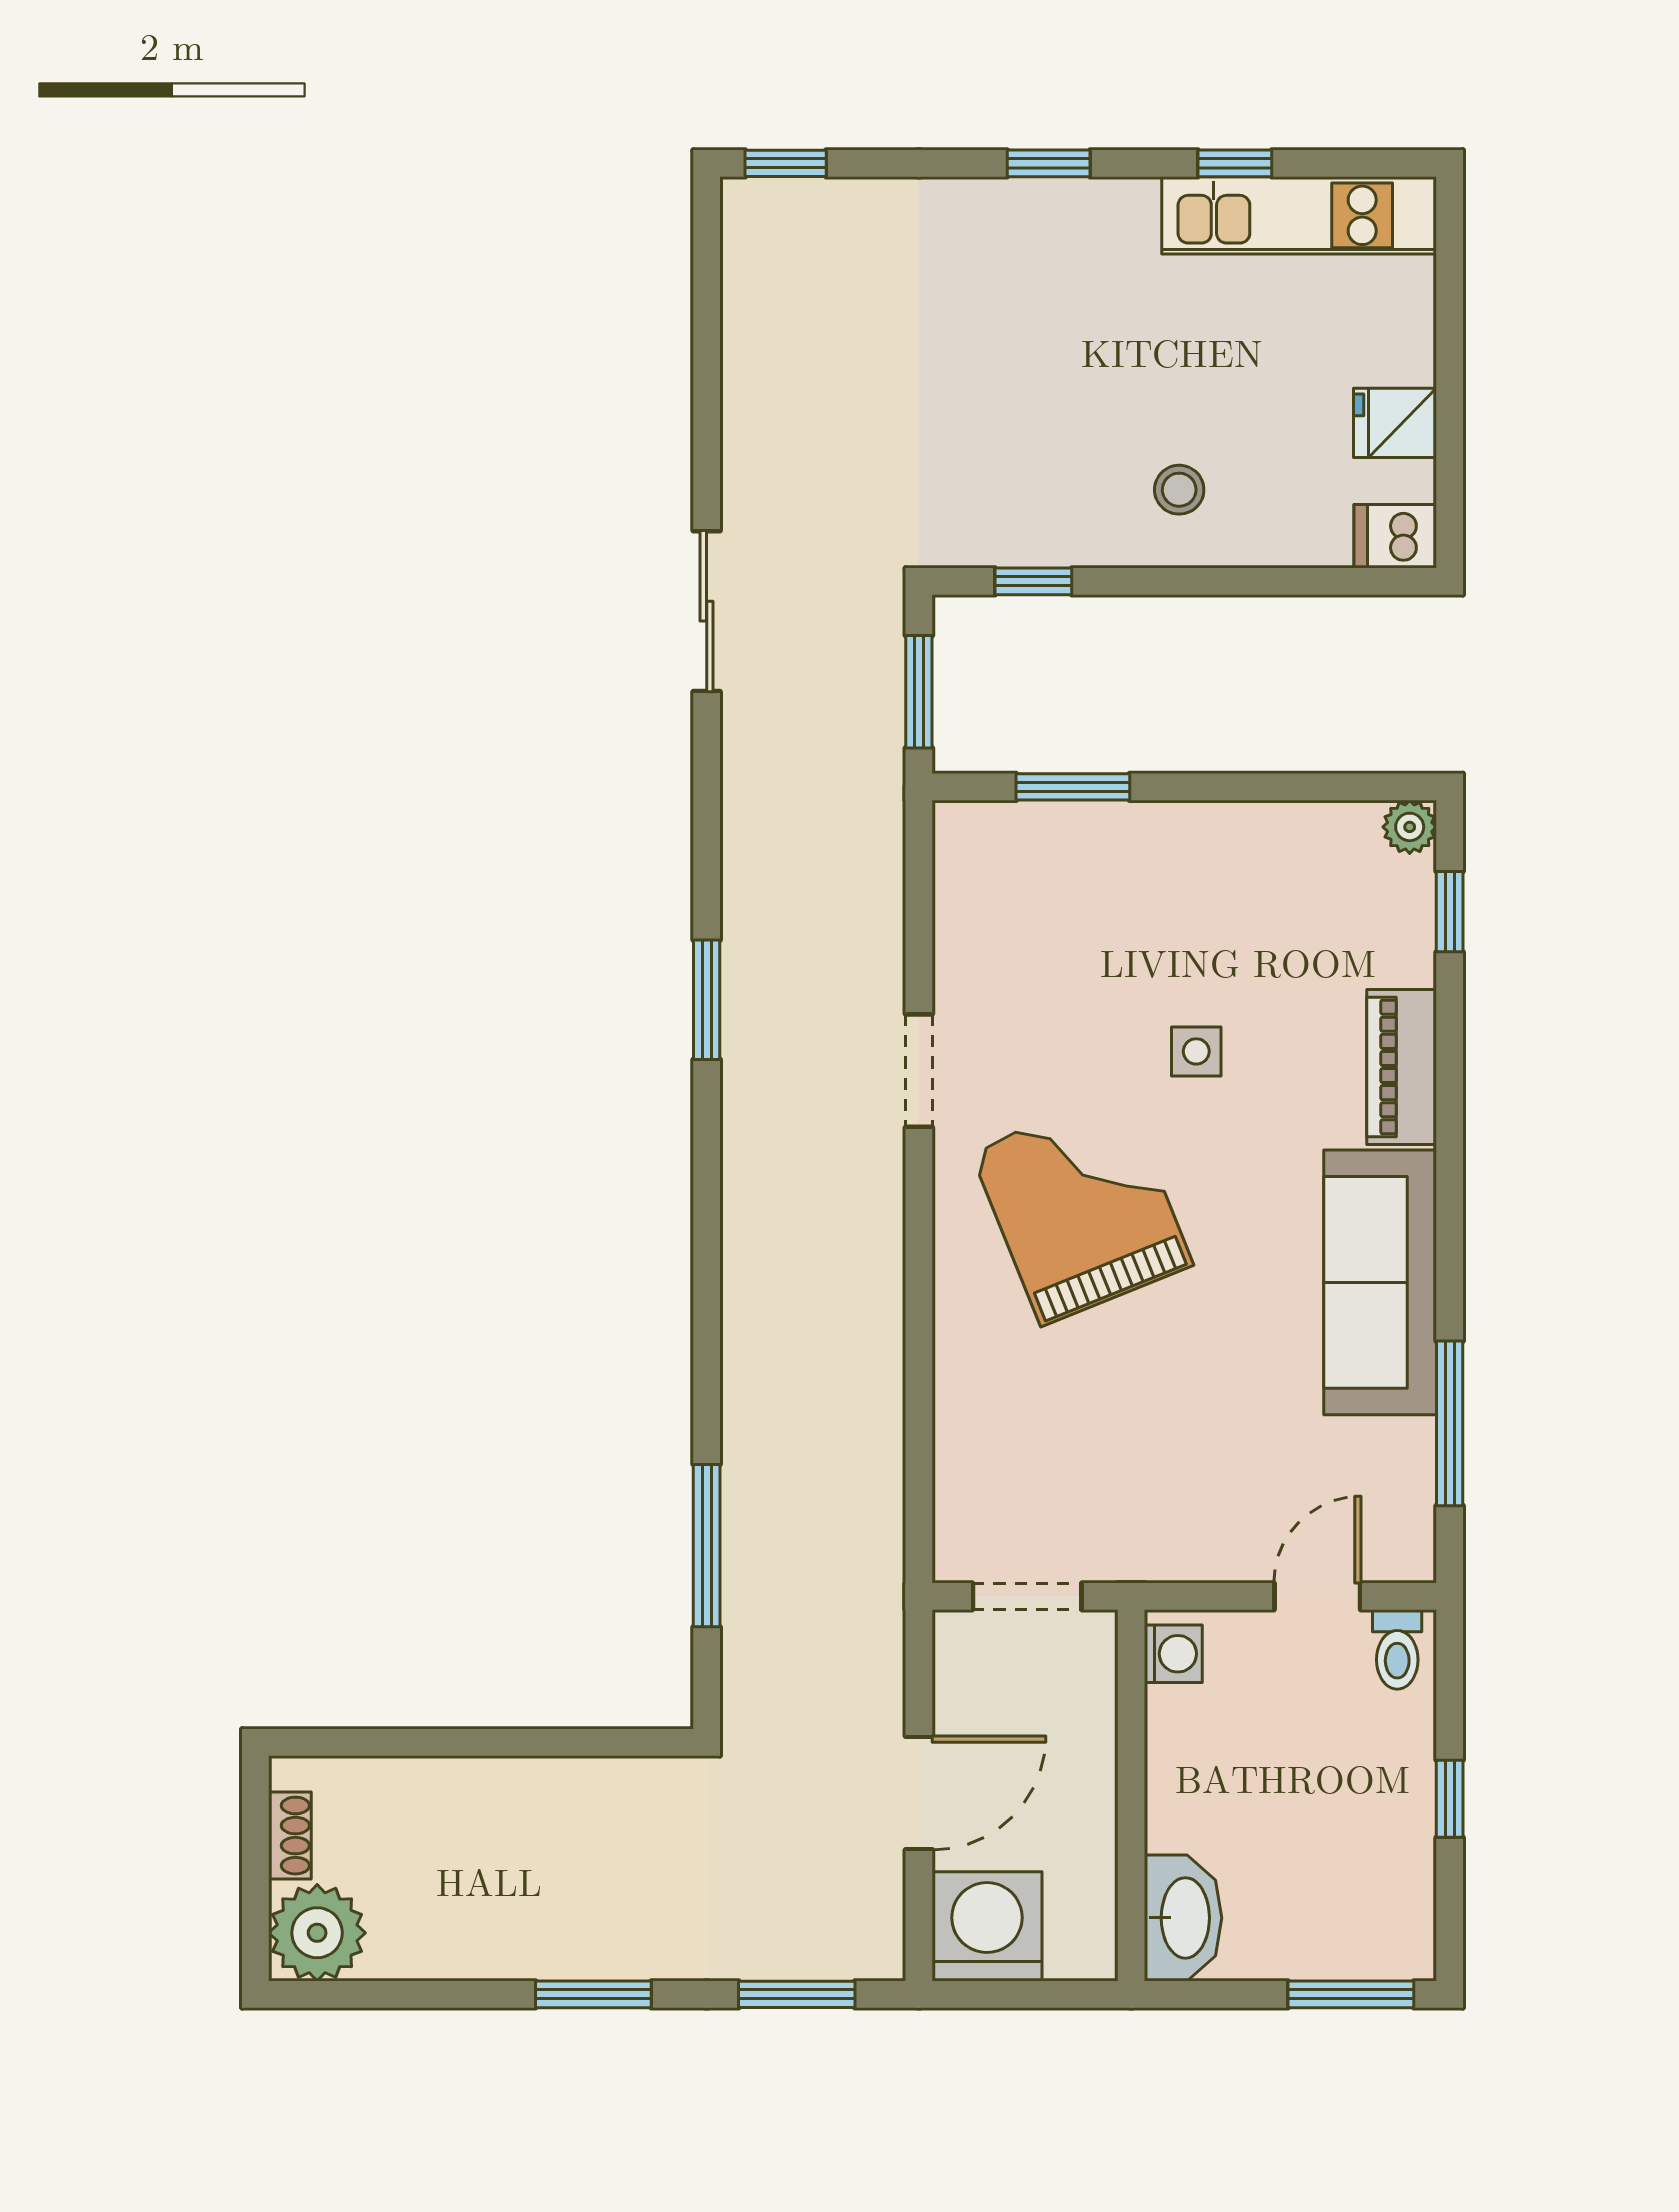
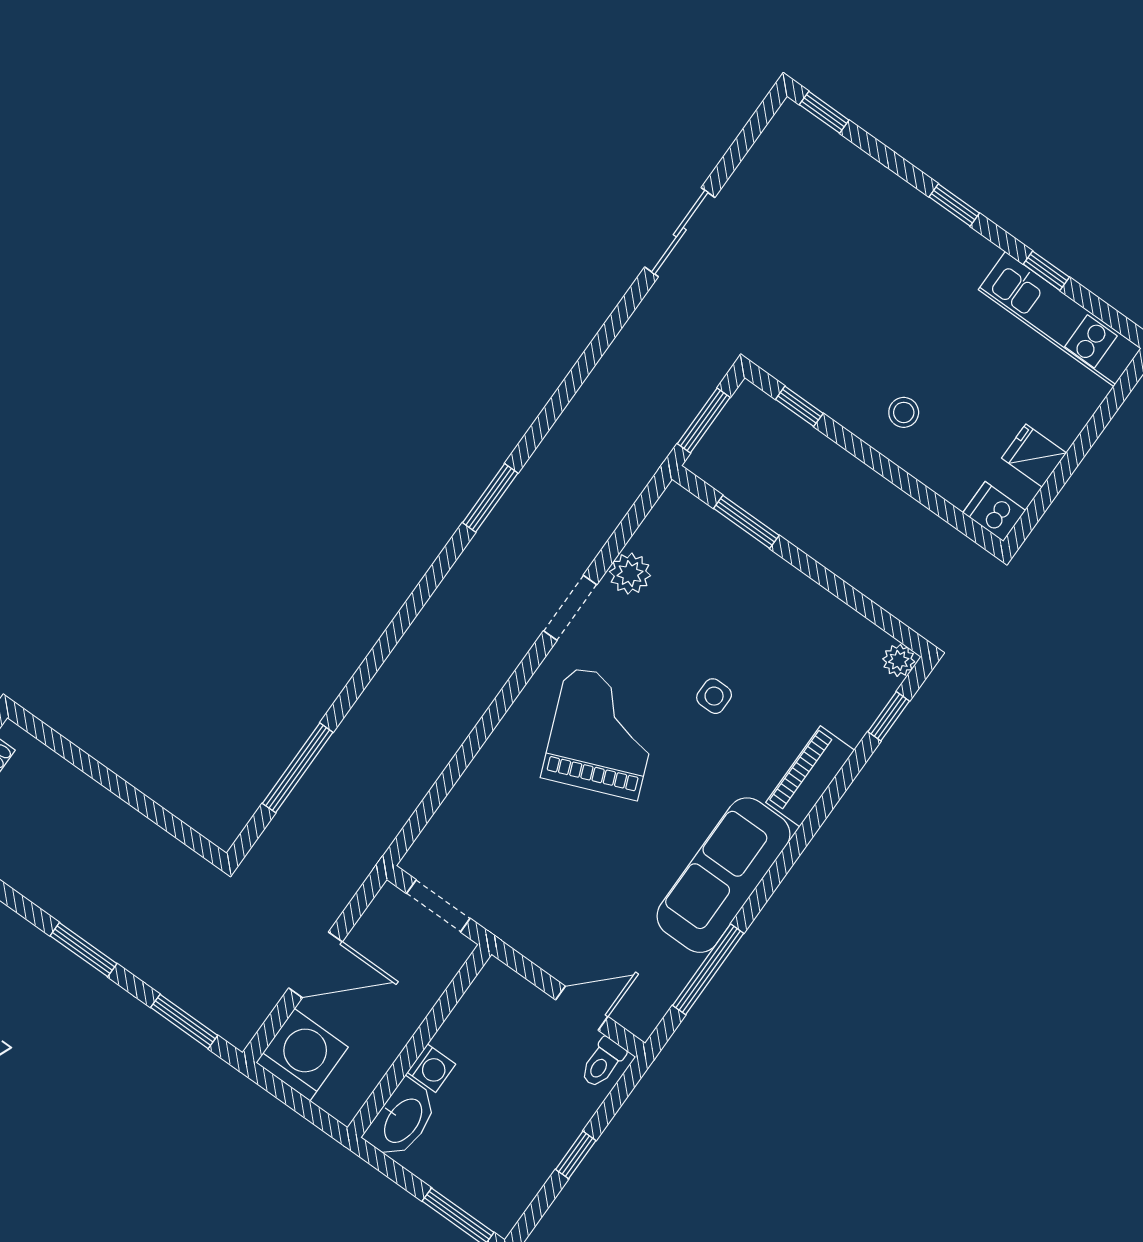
sliding door: (707, 611) -> (680, 232), moved
plant: (966, 967) -> (630, 574), added
washing machine: (1173, 1654) -> (431, 1068), moved

